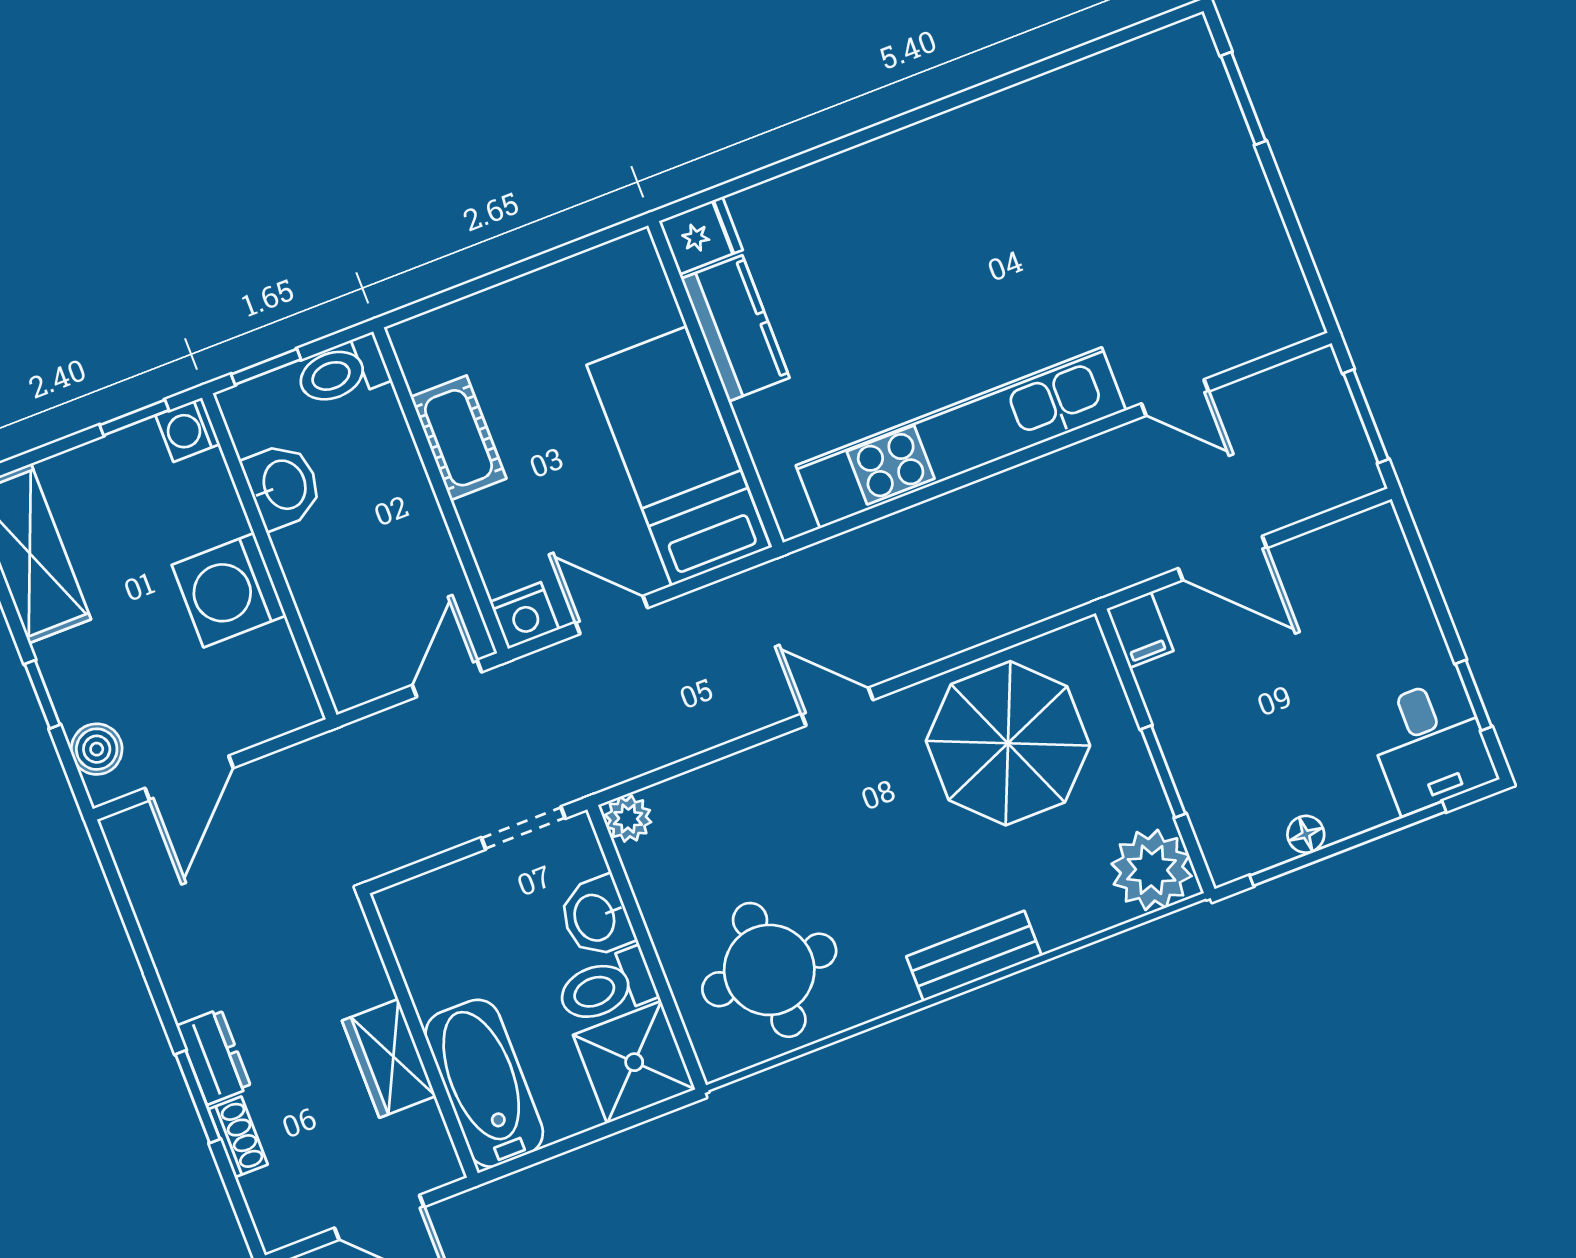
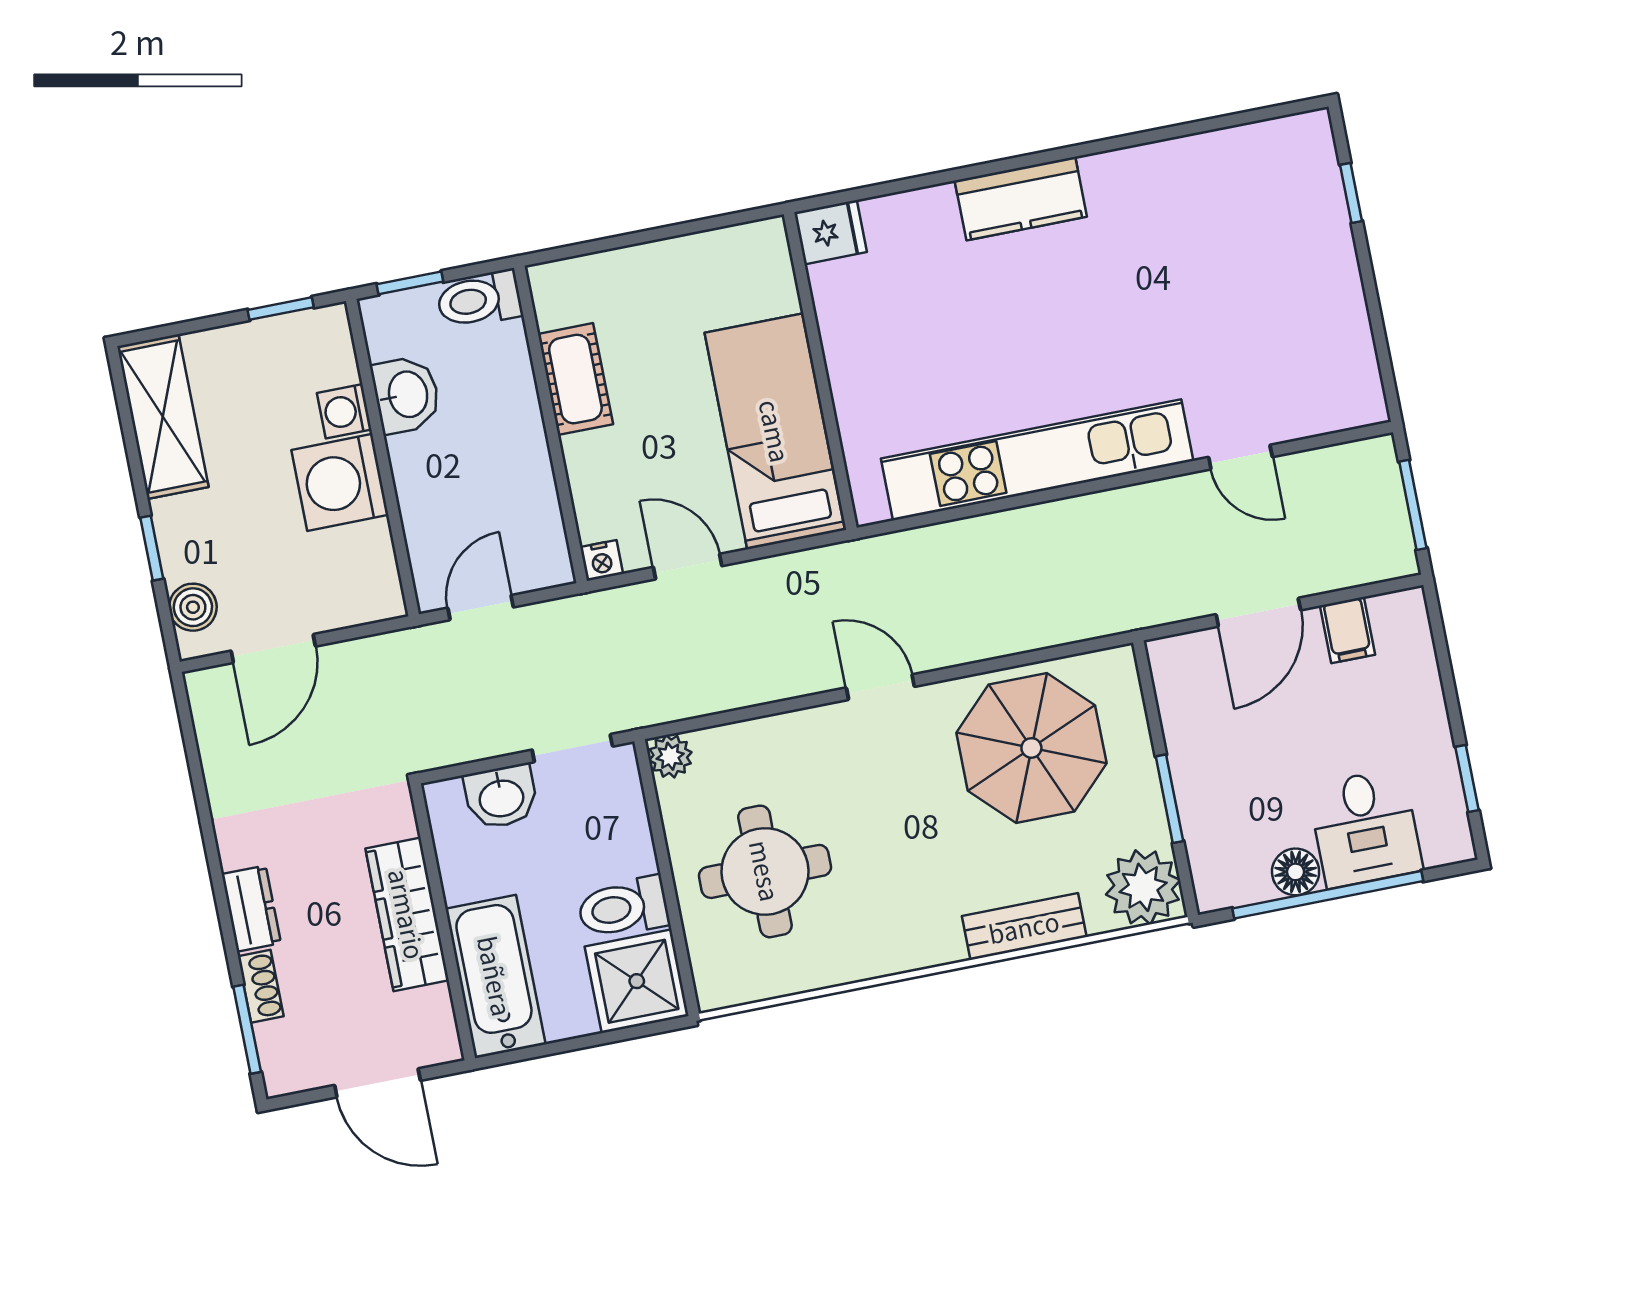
window: (1243, 98) -> (1351, 193), width x0.67
kitchen counter: (735, 328) -> (1021, 199), moved, turned 90
washing machine: (188, 430) -> (344, 411), moved
door: (1223, 558) -> (1258, 612), hinge flipped
nightstand: (524, 616) -> (602, 561), width x0.72, depth x0.74
filing cabinet: (1140, 630) -> (1347, 630), moved
door: (447, 679) -> (481, 608), moved
desk: (1430, 745) -> (1365, 828), moved
floor lamp: (1306, 834) -> (1296, 872), width x1.37, depth x1.37
washbasin: (596, 917) -> (501, 797), moved, turned -90
bench: (974, 956) -> (1024, 927), moved
round table: (769, 970) -> (765, 871), moved
wardrobe: (389, 1058) -> (407, 914), width x1.50
window: (198, 1097) -> (247, 1029), moved

